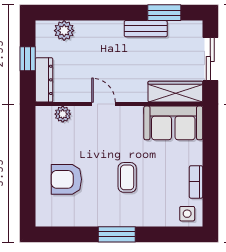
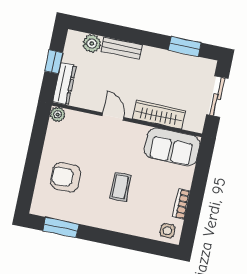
bench: (146, 29) -> (122, 48), moved
wardrobe: (175, 92) -> (159, 115), moved
plant: (63, 114) -> (58, 114), moved
window: (117, 234) -> (61, 227), moved

